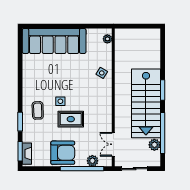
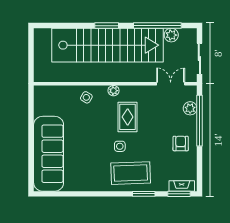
plant: (107, 39) -> (113, 91), moved
stairs: (146, 103) -> (108, 45), width x1.36
coffee table: (38, 110) -> (131, 173), width x1.86, depth x1.72
rug: (71, 119) -> (128, 117), moved
double door: (113, 144) -> (171, 84), swing flipped
armchair: (63, 153) -> (181, 143), width x0.53, depth x0.53

